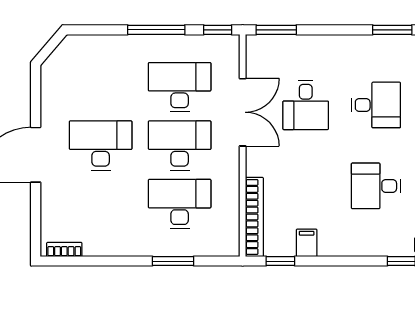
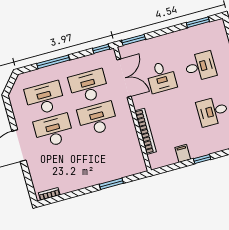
window: (156, 30) -> (53, 62), moved
double door: (243, 112) -> (124, 78), moved
desk: (180, 204) -> (45, 98), moved
bookcase: (254, 217) -> (145, 131), moved
window: (280, 261) -> (202, 159), moved

